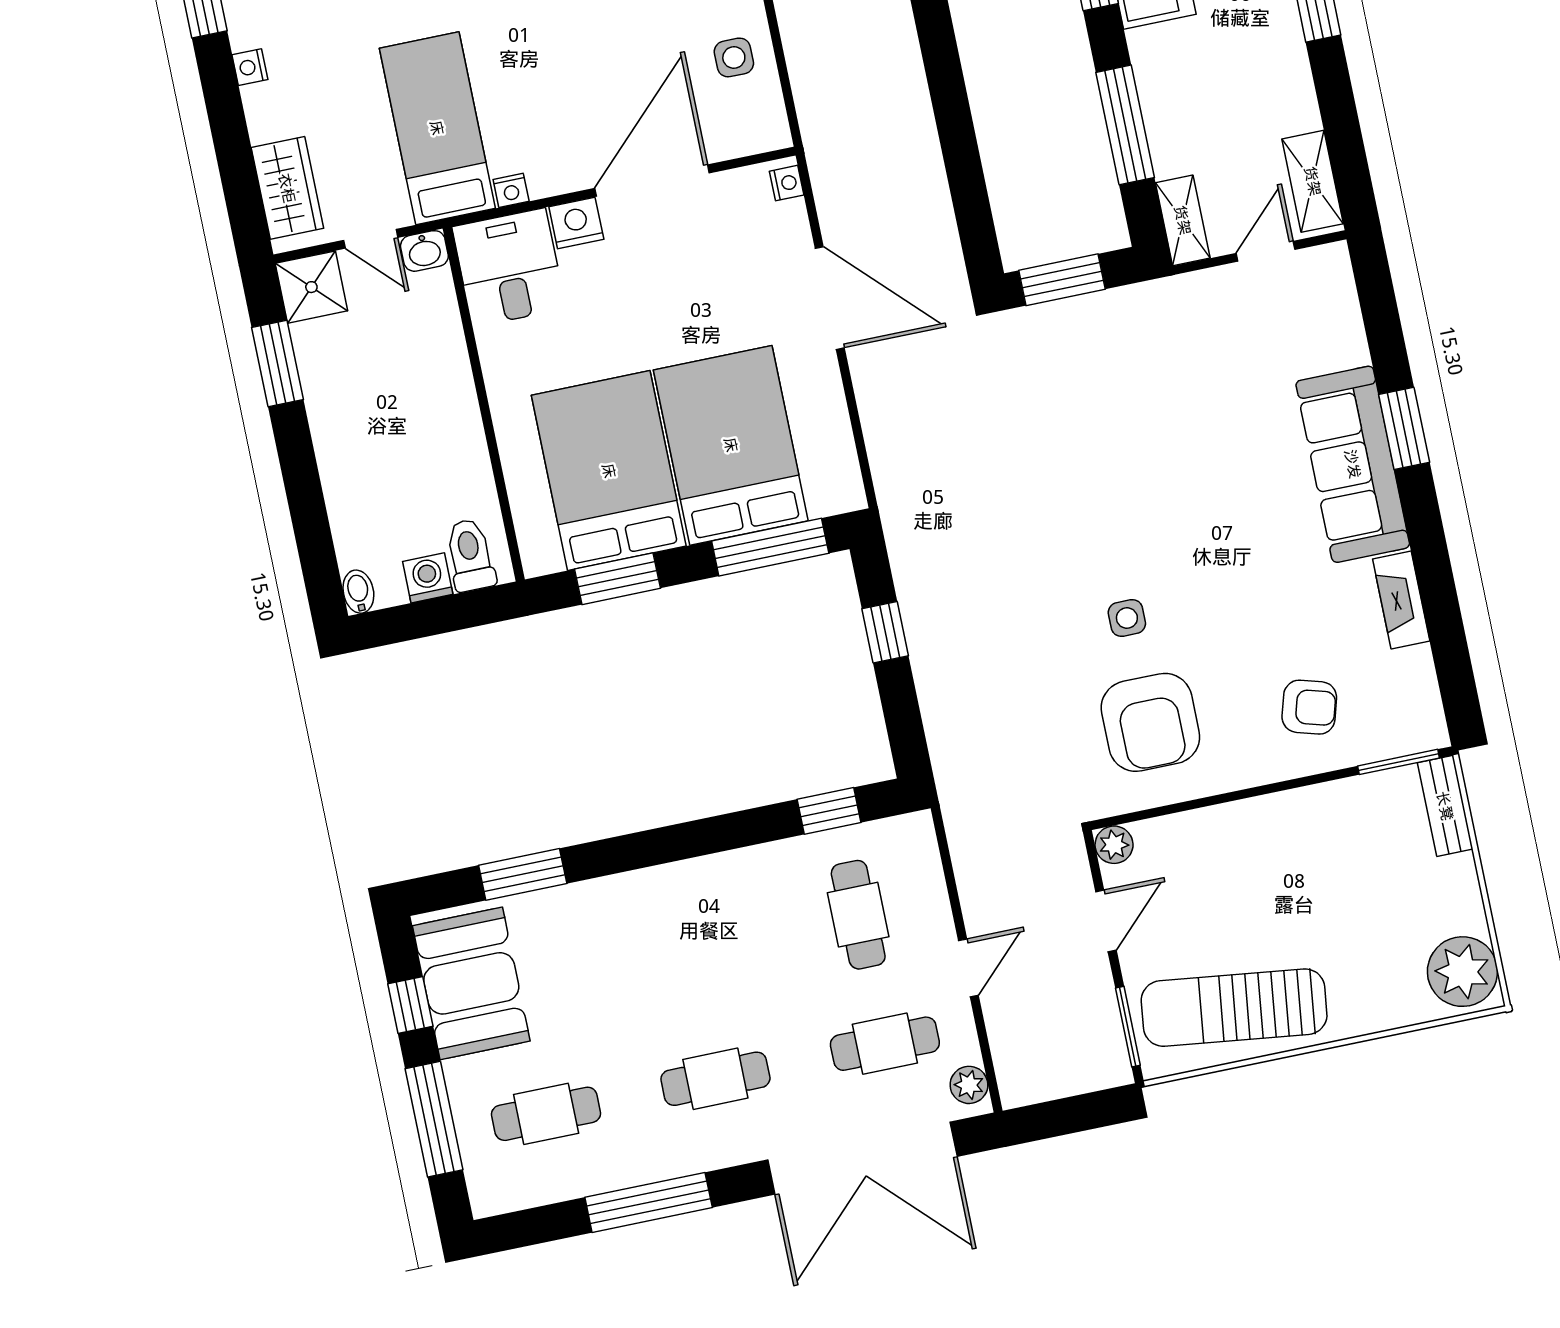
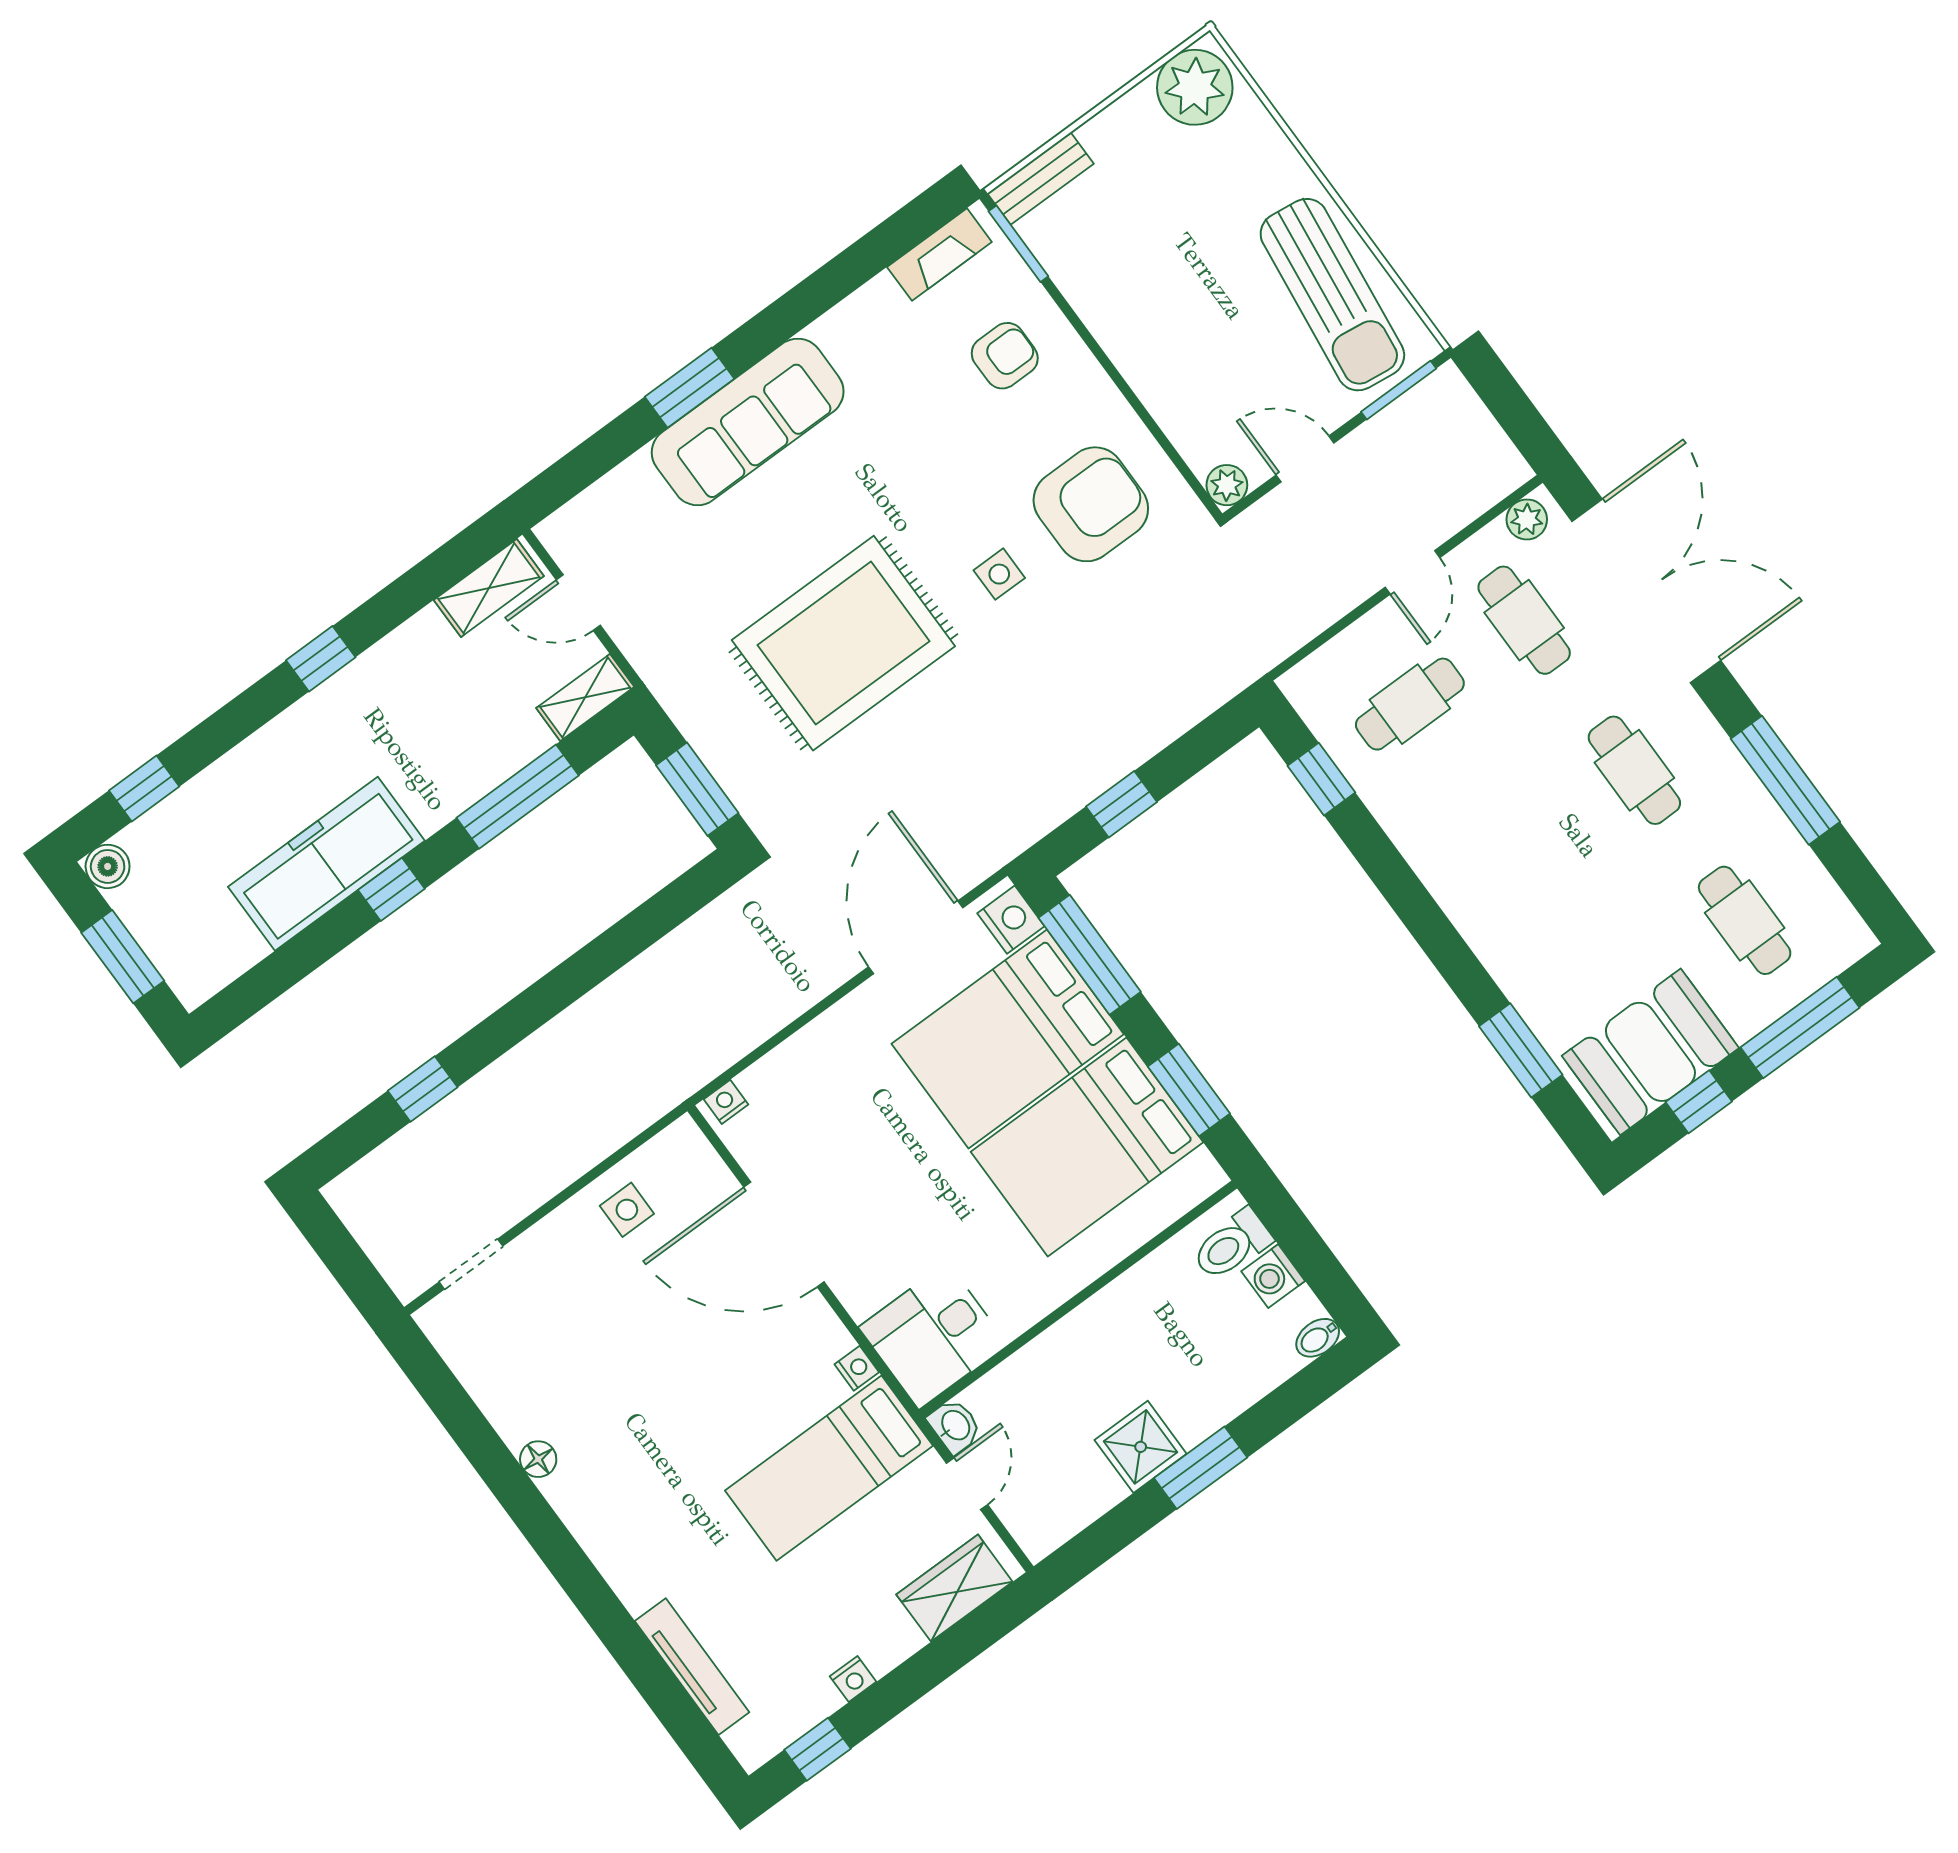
nightstand: (576, 223) -> (1011, 920), moved, turned 180
shower: (311, 287) -> (1141, 1447), moved
door: (830, 298) -> (916, 937), moved
window: (278, 364) -> (1201, 1468), moved
rug: (1129, 460) -> (843, 643), added
fireplace: (1401, 600) -> (939, 255), moved
armchair: (1309, 707) -> (1005, 356), turned 74
door: (968, 968) -> (1412, 572), swing flipped

